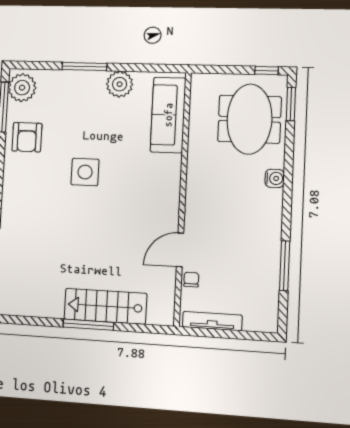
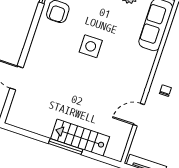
chair: (191, 280) -> (165, 91), moved

